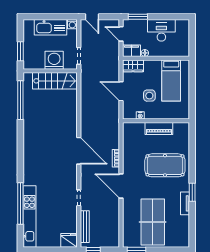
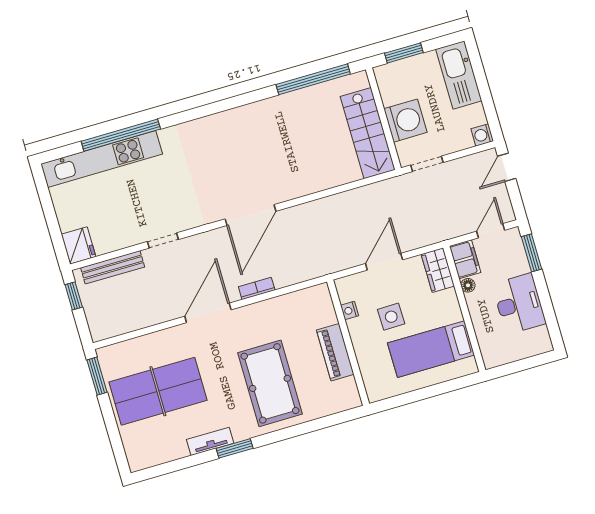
kitchen sink: (51, 27) -> (459, 75), moved

